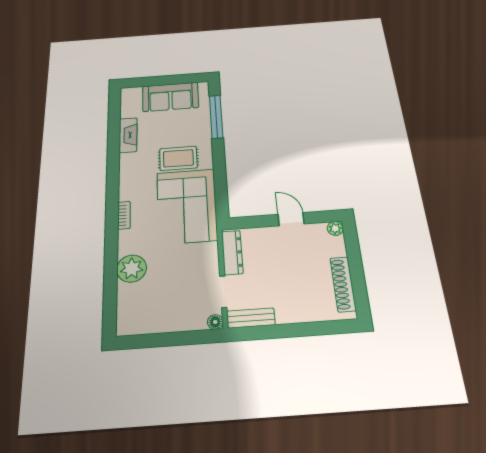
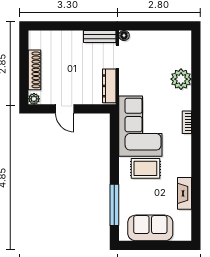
shoe rack: (343, 284) -> (34, 70), moved

